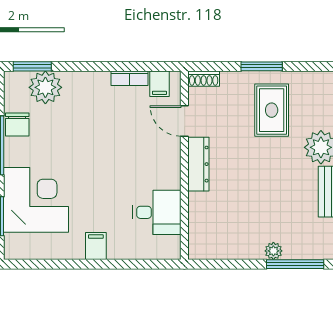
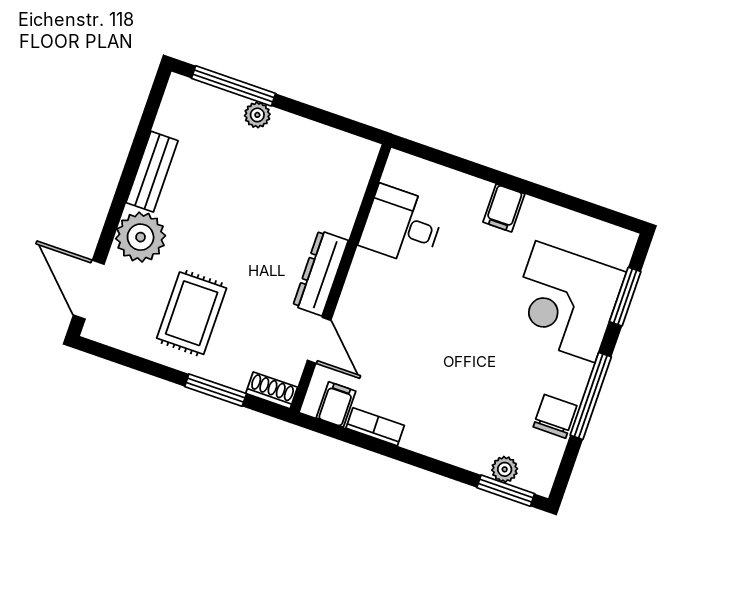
window: (262, 66) -> (216, 390), moved
plant: (45, 87) -> (505, 469), width x0.53, depth x0.53

